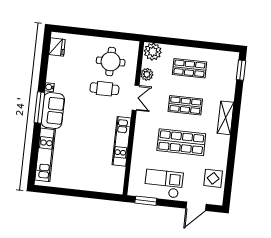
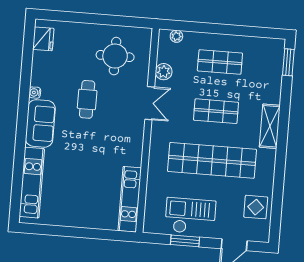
plant: (153, 52) -> (176, 36), width x0.53, depth x0.53
cafe table: (104, 89) -> (87, 99), moved, turned 90
window: (39, 108) -> (22, 120), removed
kitchen unit: (122, 141) -> (130, 199), moved
shop shelf: (181, 142) -> (212, 160), width x1.40
window: (146, 201) -> (185, 241), moved

